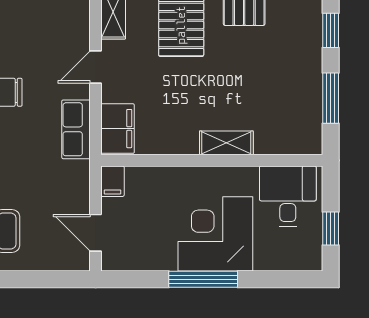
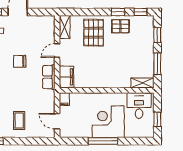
shelving: (226, 143) -> (142, 83), moved

